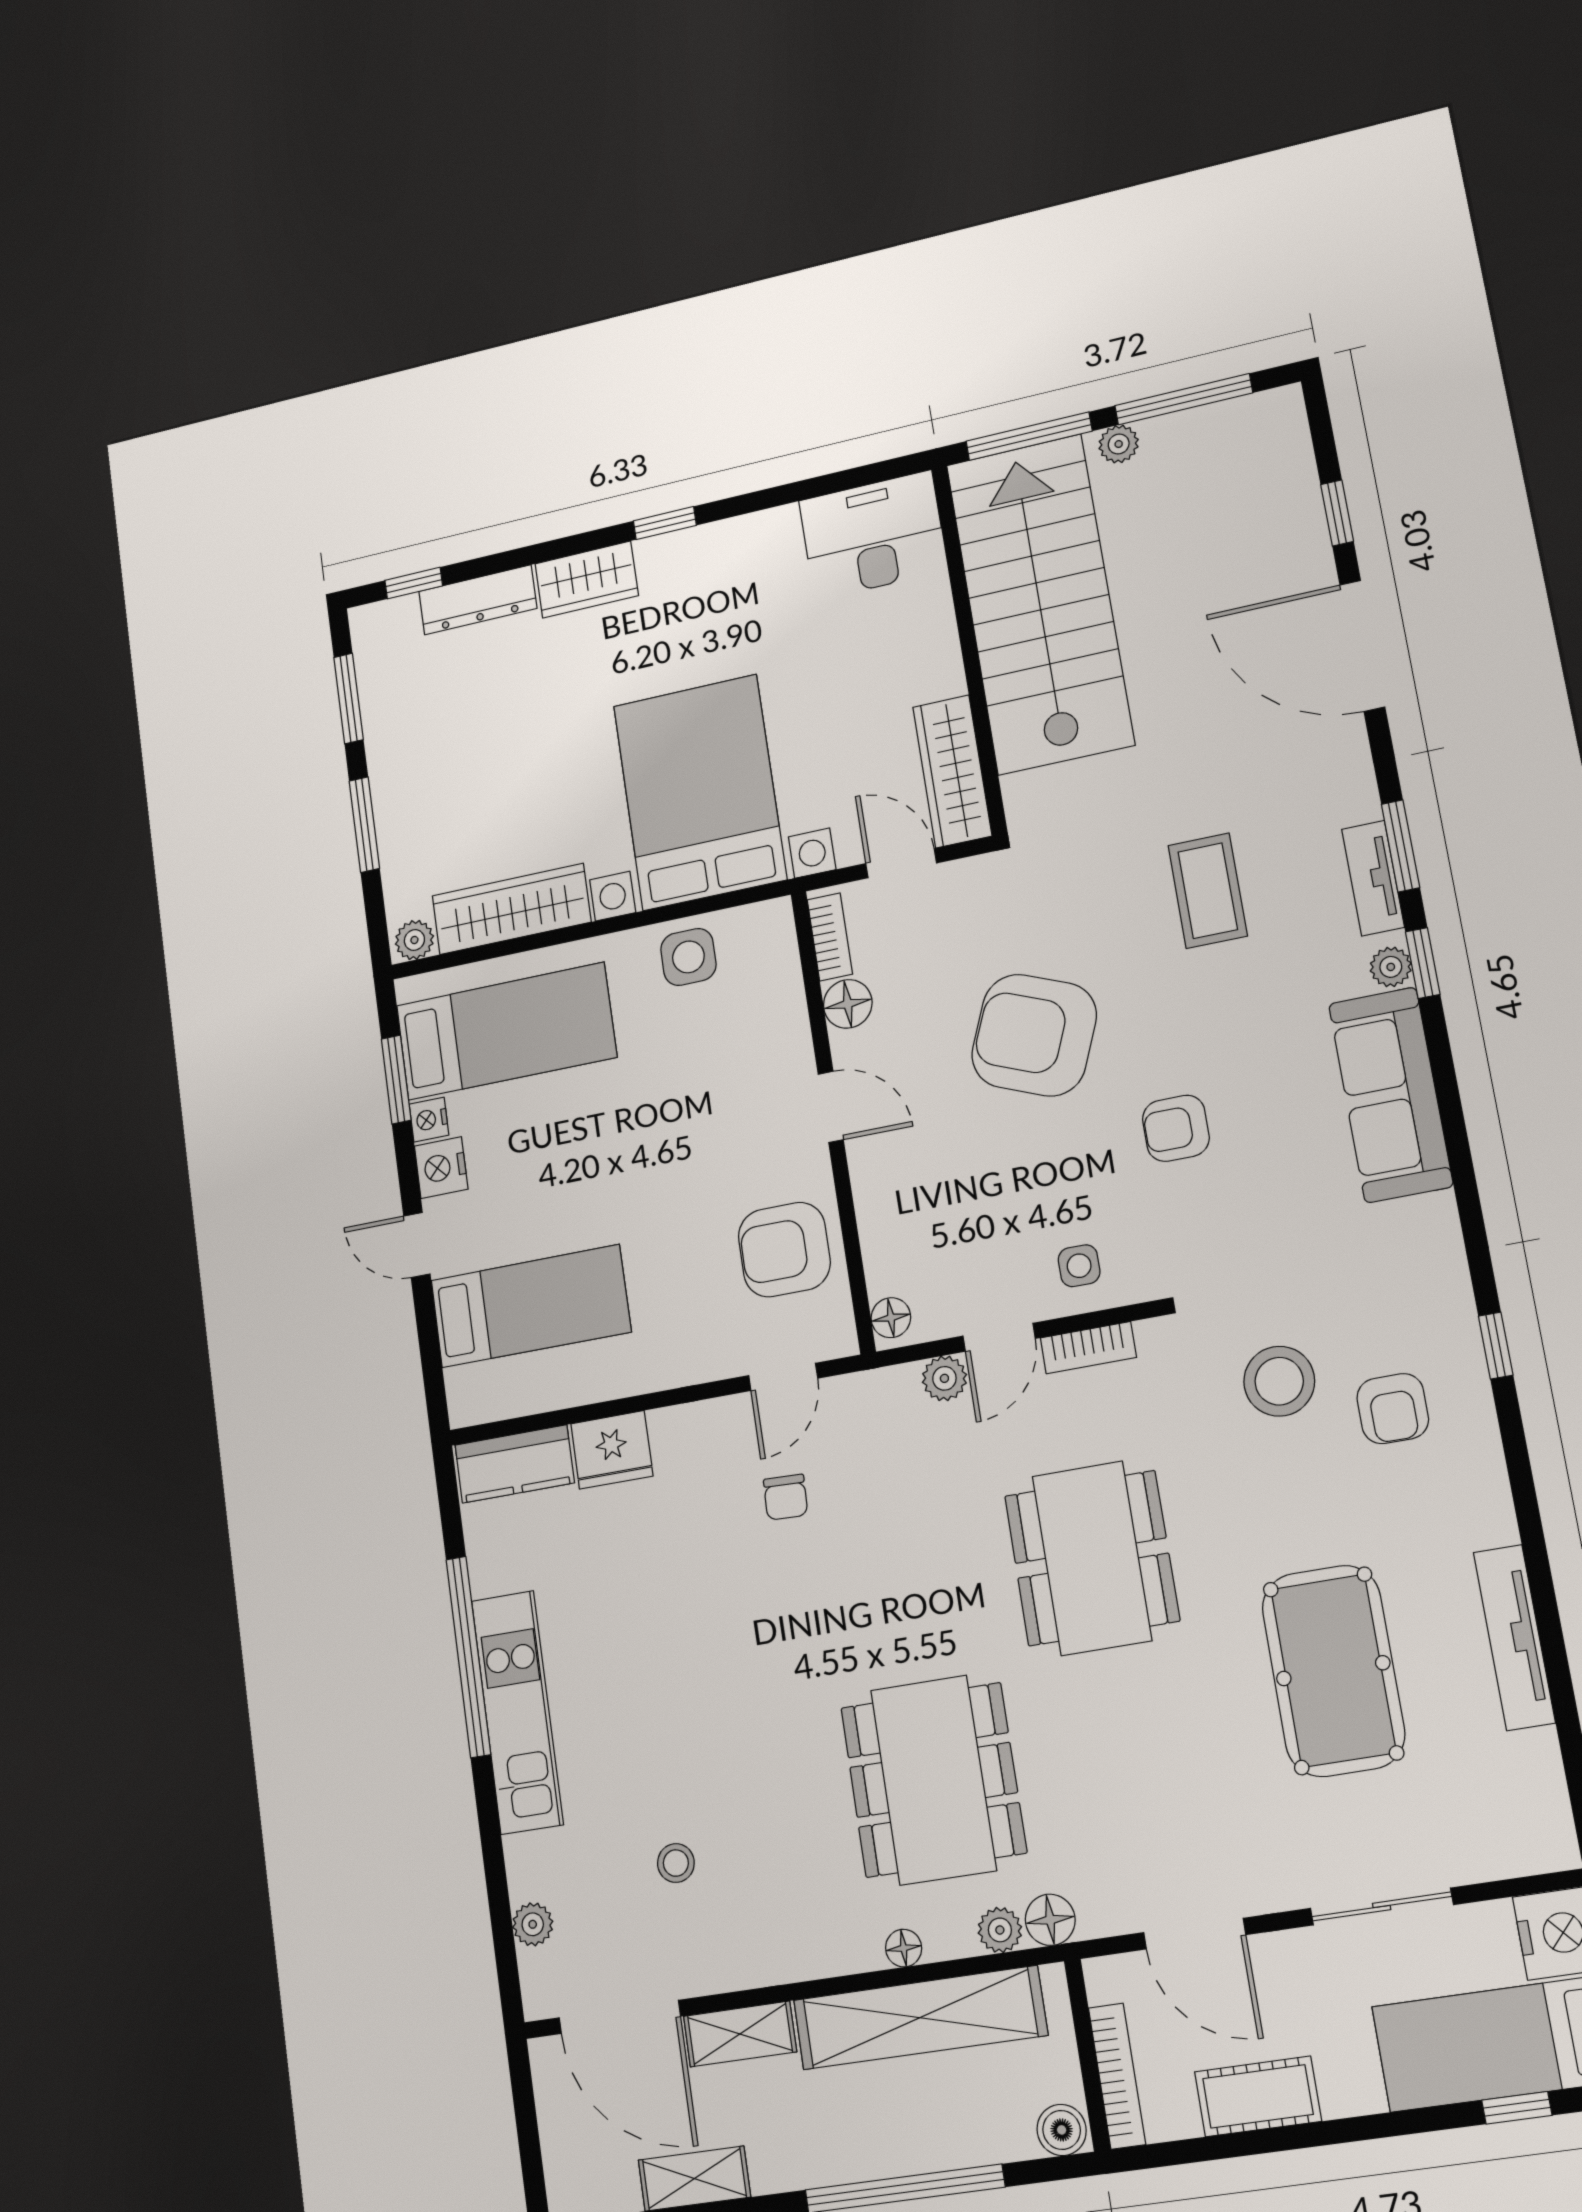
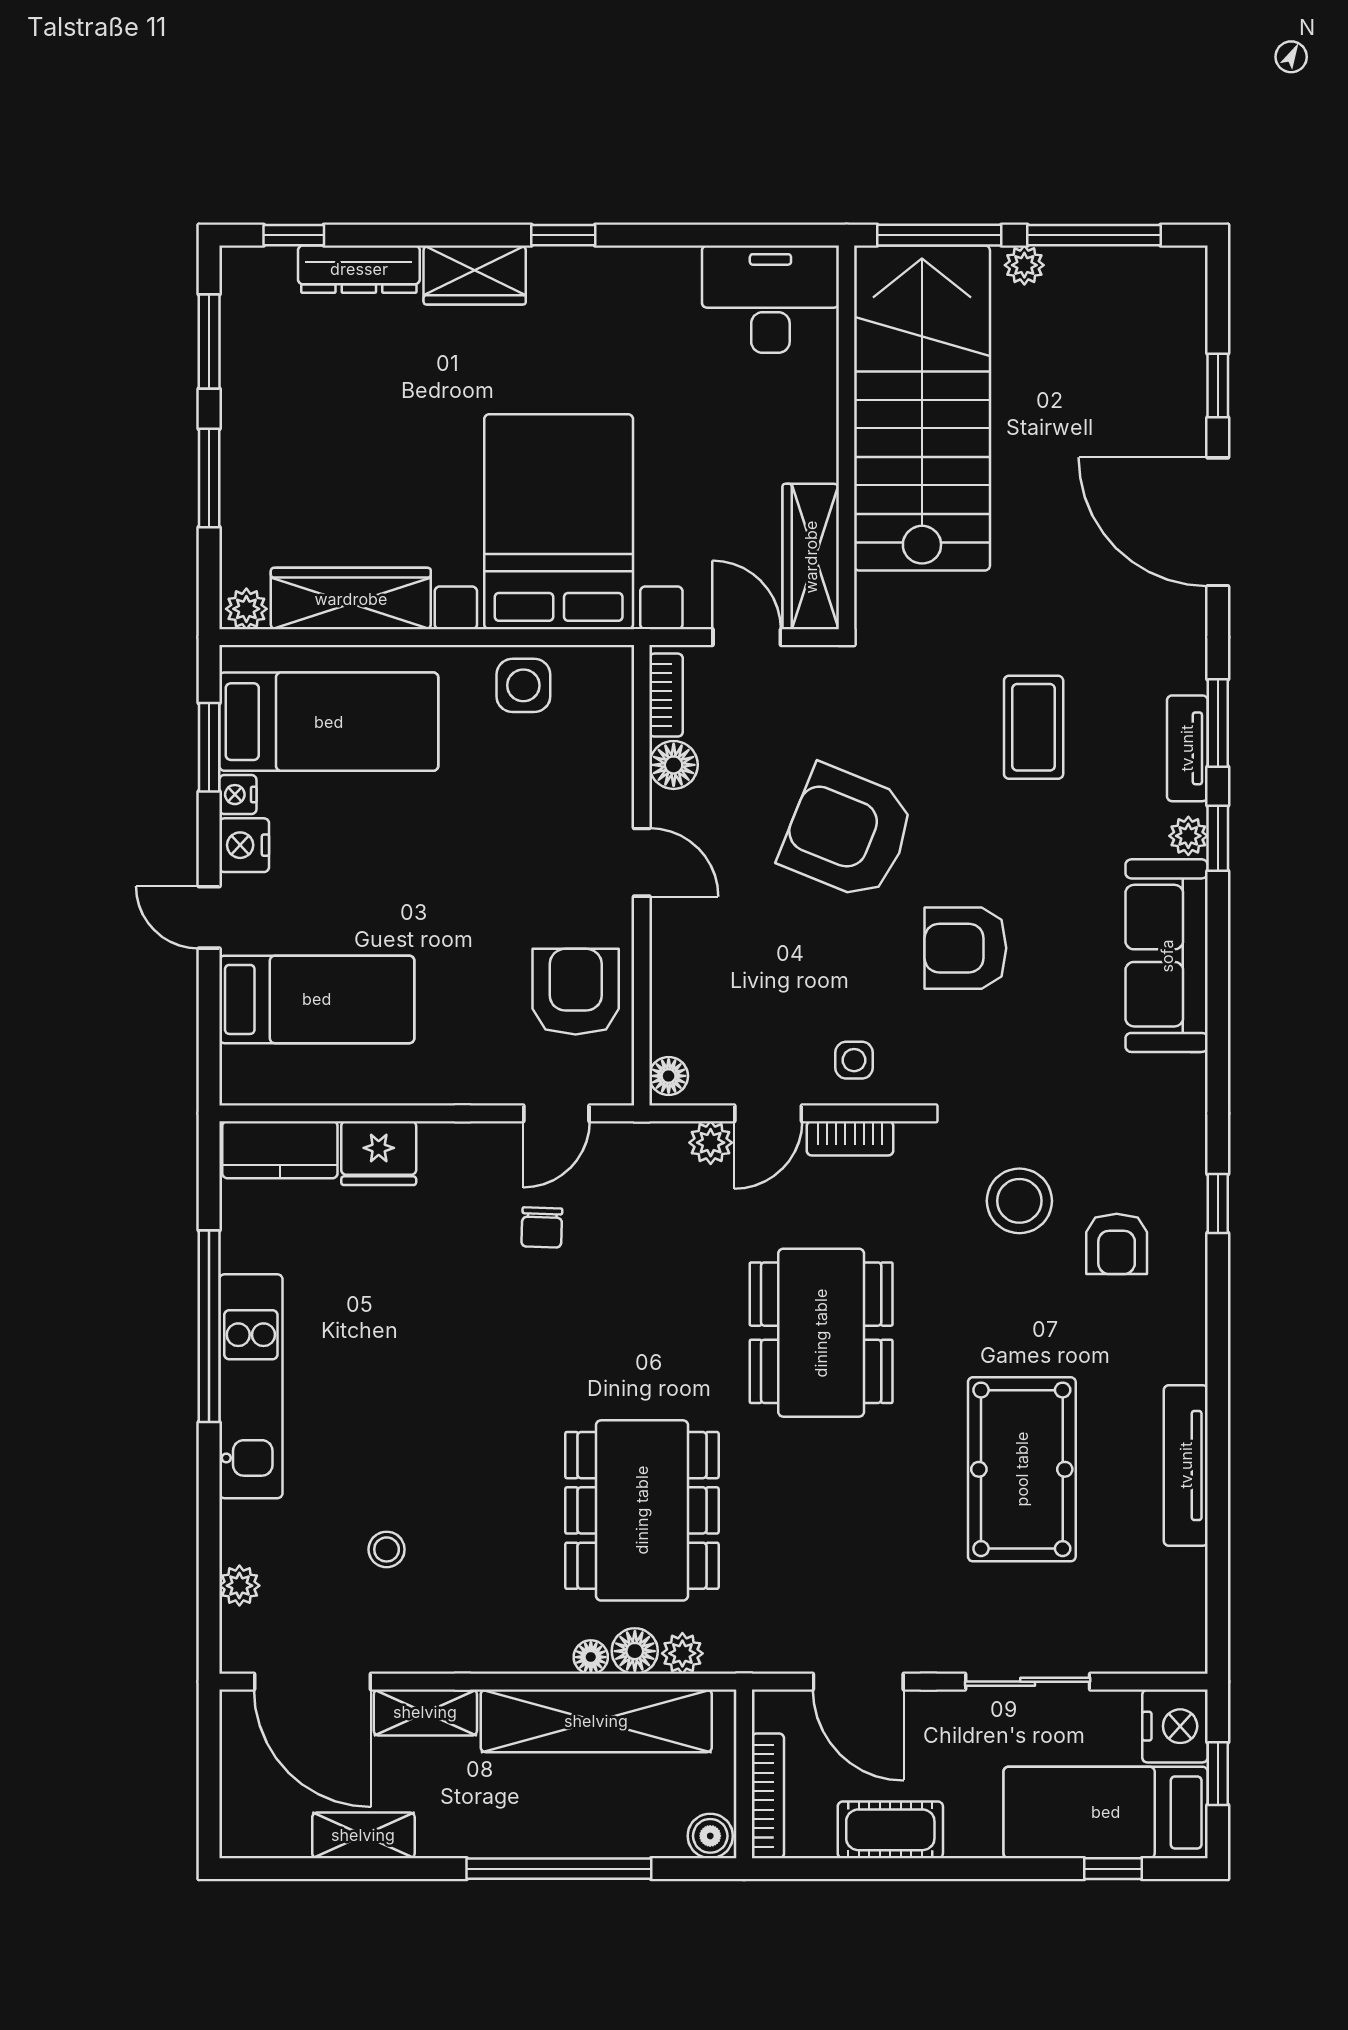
armchair: (1176, 1128) -> (965, 948), width x1.38, depth x1.38
armchair: (784, 1250) -> (576, 992), turned 90
floor lamp: (1050, 1920) -> (635, 1651), moved

